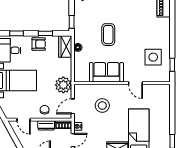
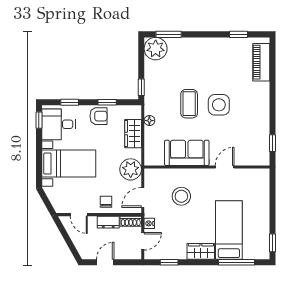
wardrobe: (65, 46) -> (133, 134), moved
side table: (153, 57) -> (219, 105), moved
door: (135, 83) -> (225, 167), swing flipped

